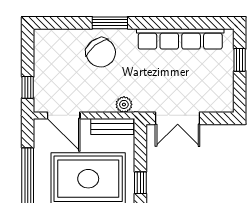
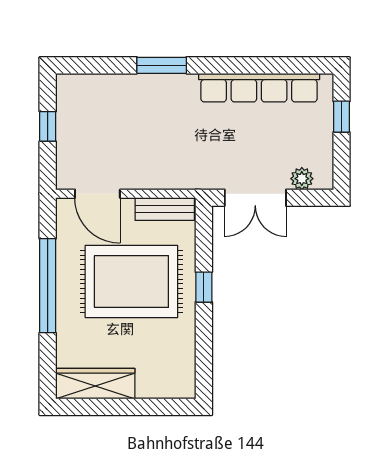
chair: (101, 53) -> (149, 107), removed
window: (28, 87) -> (48, 126), moved
plant: (124, 104) -> (302, 179), moved

